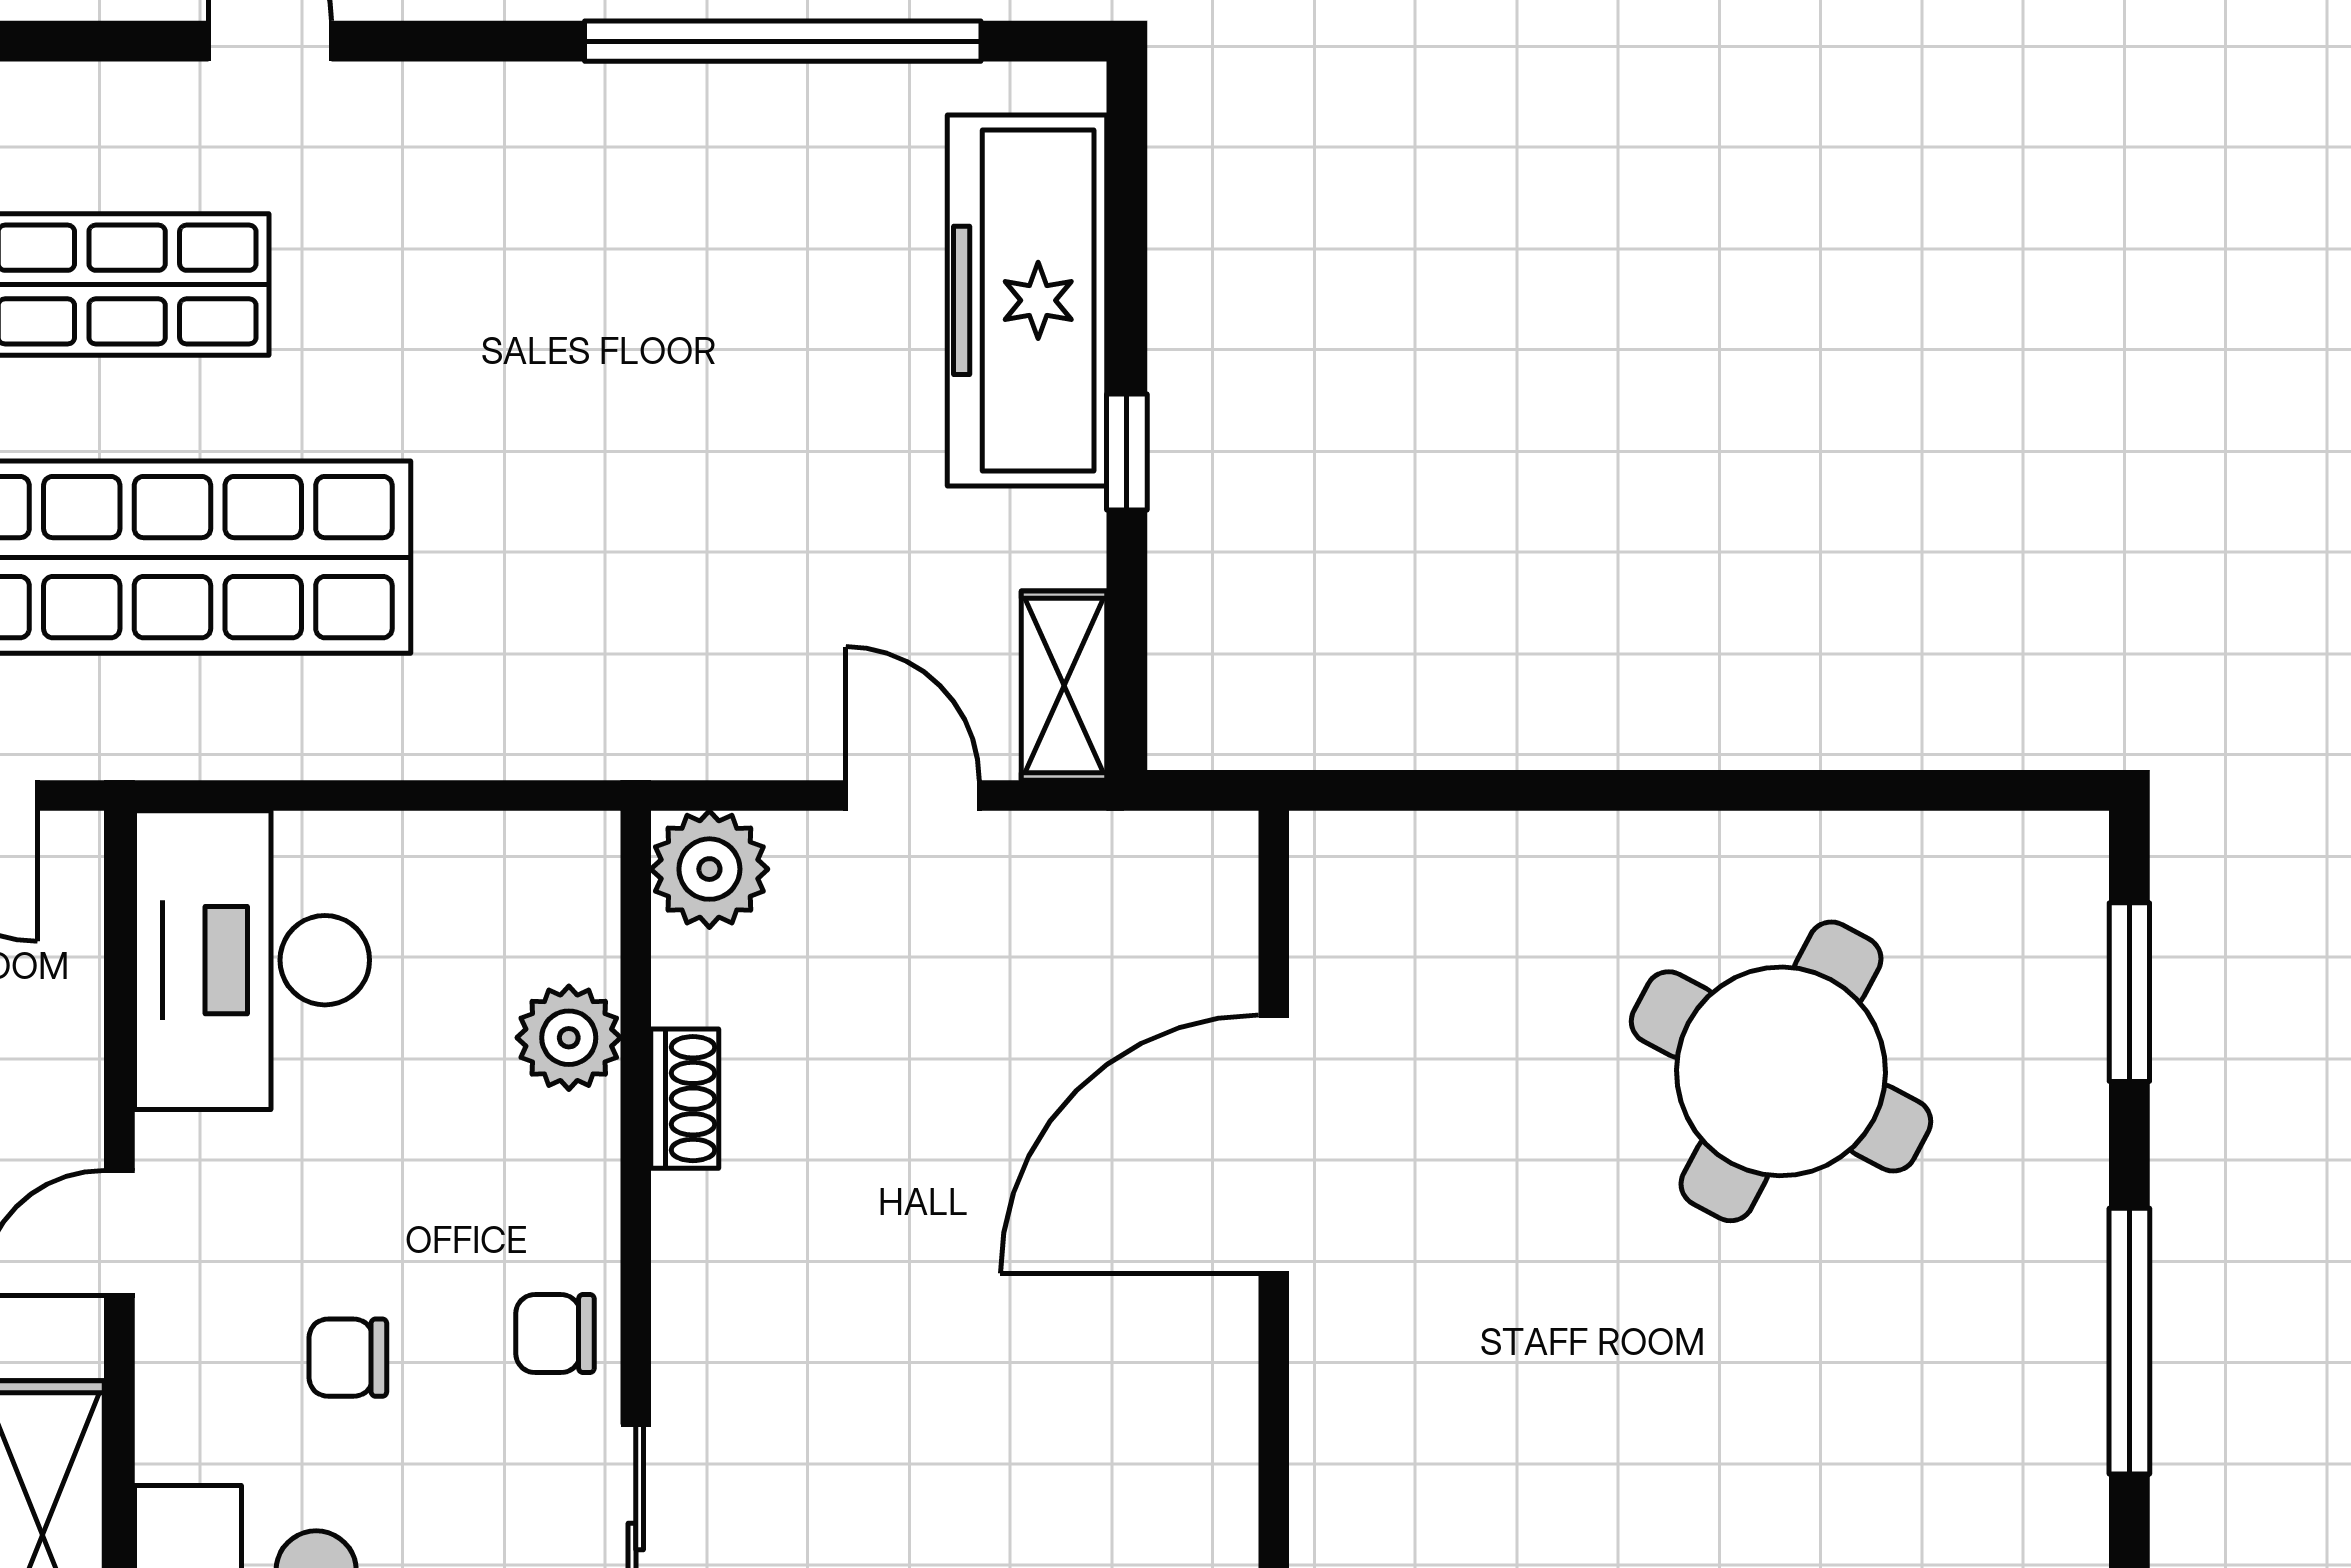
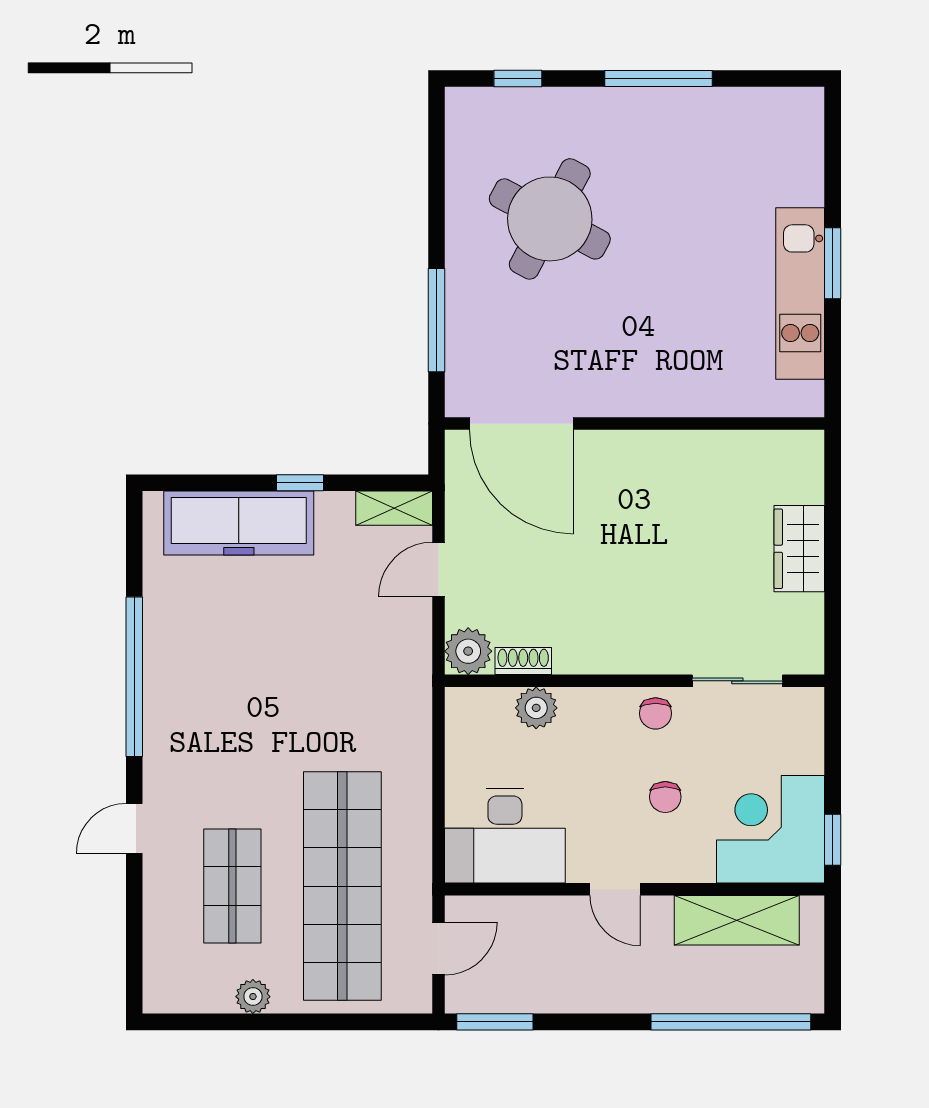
window: (783, 41) -> (134, 677), moved
window: (1530, 790) -> (436, 320), added
window: (2129, 992) -> (518, 78), width x0.67
shoe rack: (685, 1099) -> (523, 661), moved
door: (1274, 1144) -> (521, 424), moved

